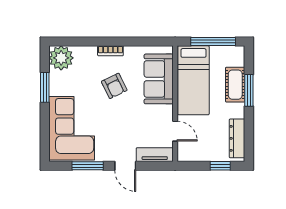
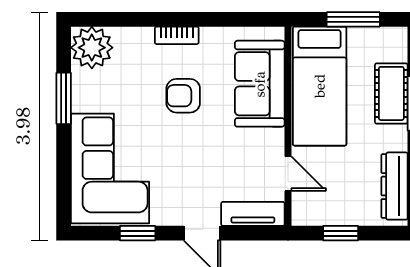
window: (213, 42) -> (353, 19), width x0.69
armchair: (114, 86) -> (183, 96), turned 116
window: (88, 166) -> (138, 233), width x0.67
window: (220, 166) -> (341, 233), moved

